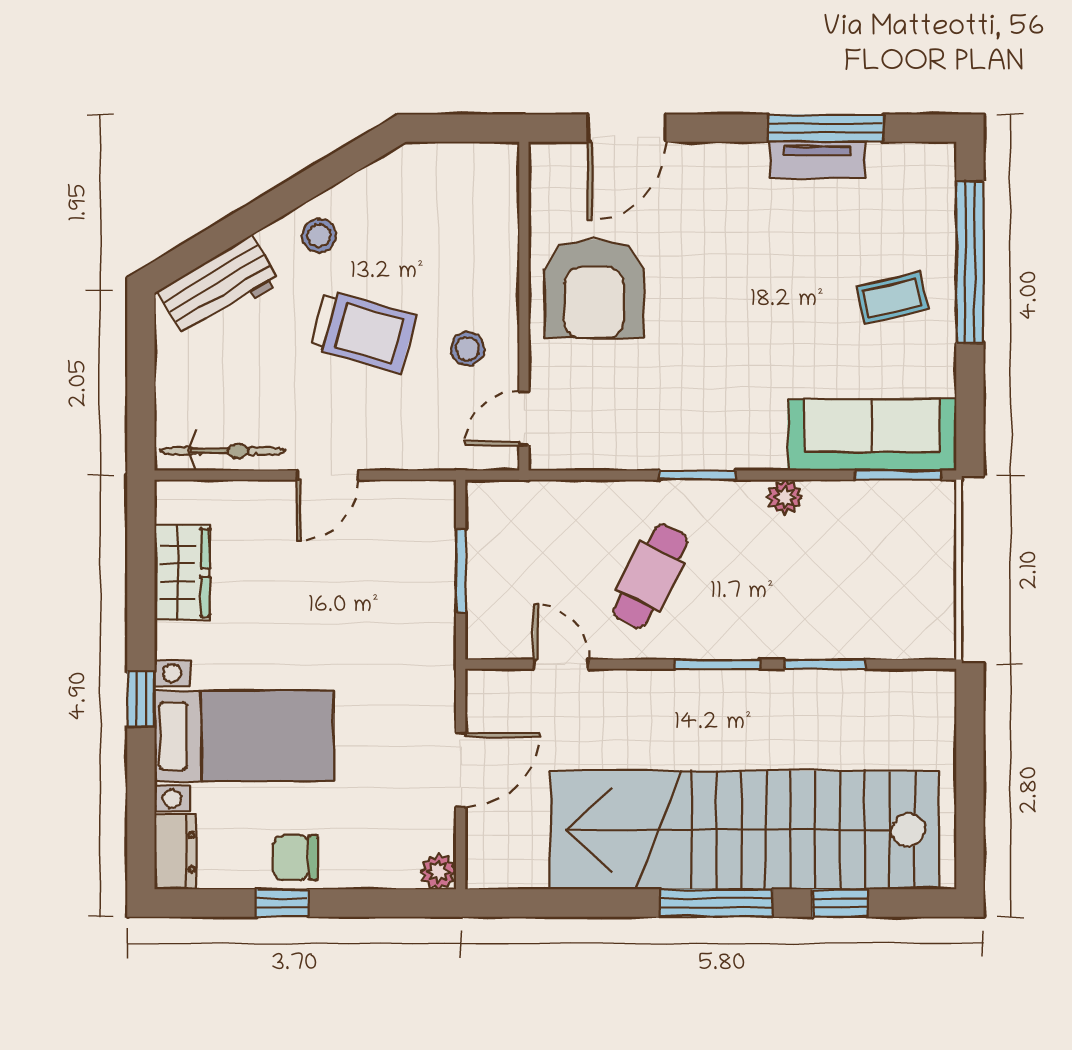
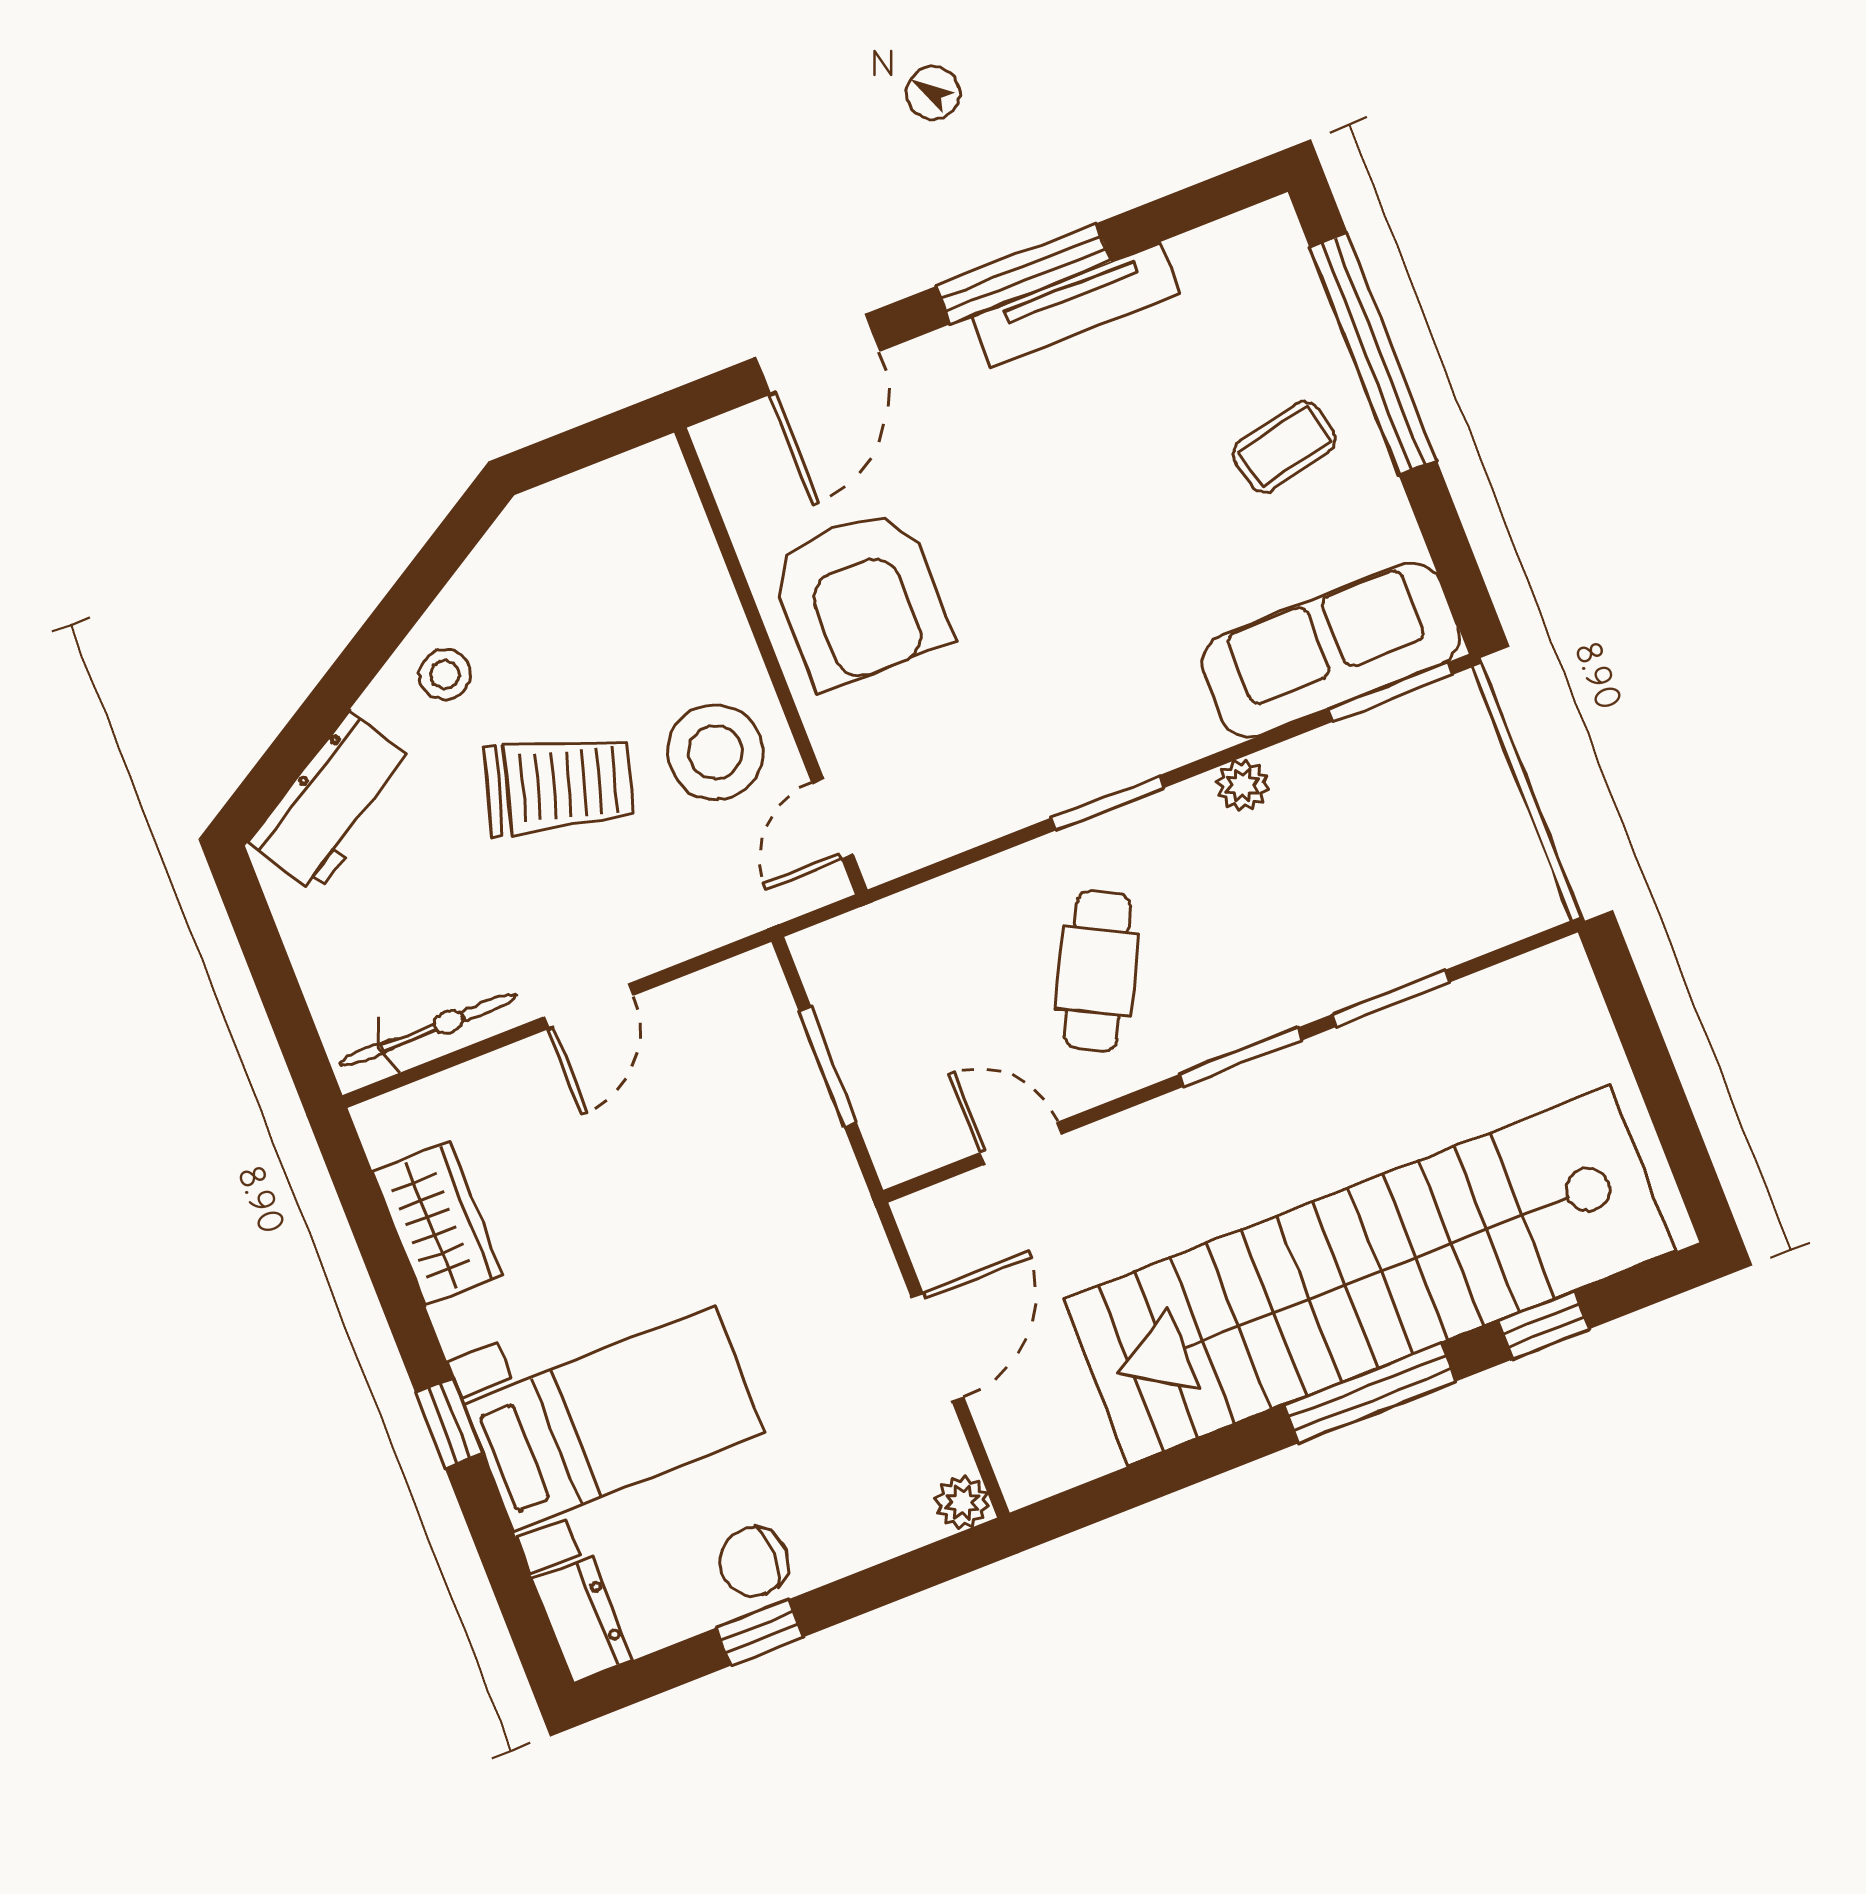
window: (826, 128) -> (1023, 274), moved
tv unit: (818, 160) -> (1076, 305), width x1.41
stool: (467, 349) -> (715, 752), width x1.89, depth x1.89

